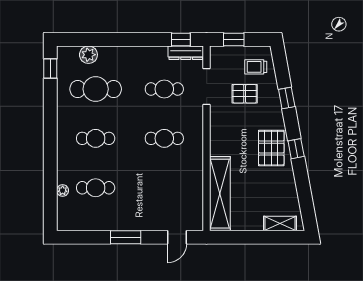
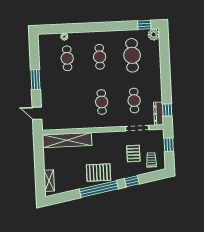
plant: (88, 55) -> (154, 34), moved
window: (296, 149) -> (99, 189), width x3.17

